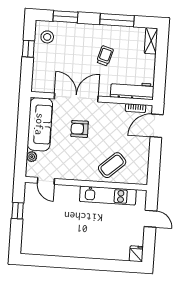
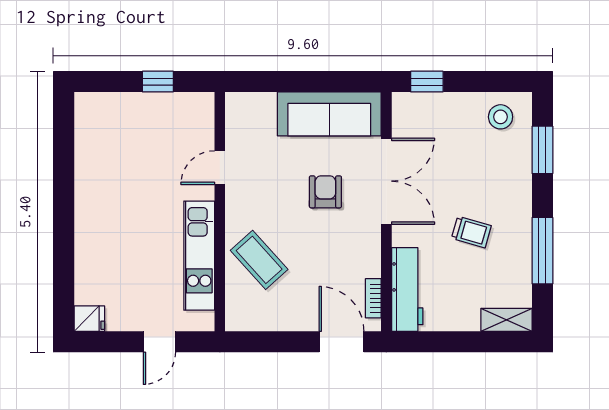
window: (28, 49) -> (427, 82), moved
plant: (32, 157) -> (265, 102), removed
door: (46, 181) -> (220, 168), moved

